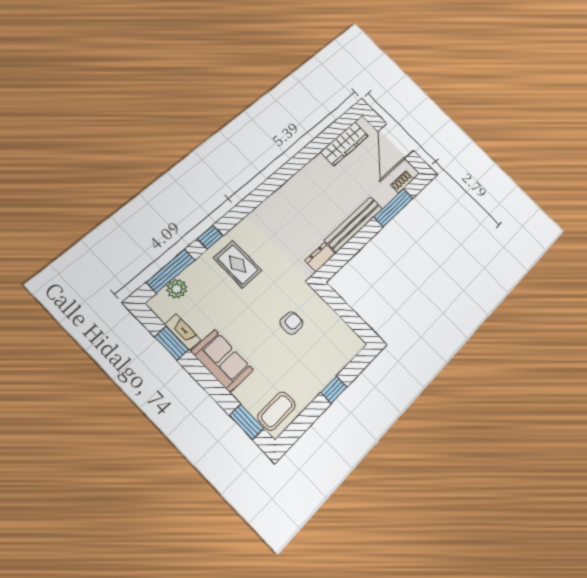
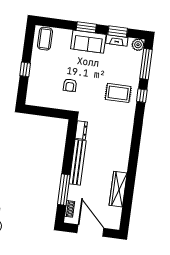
wardrobe: (344, 144) -> (118, 189), moved
plant: (177, 289) -> (138, 45), moved
window: (246, 422) -> (86, 27), moved

